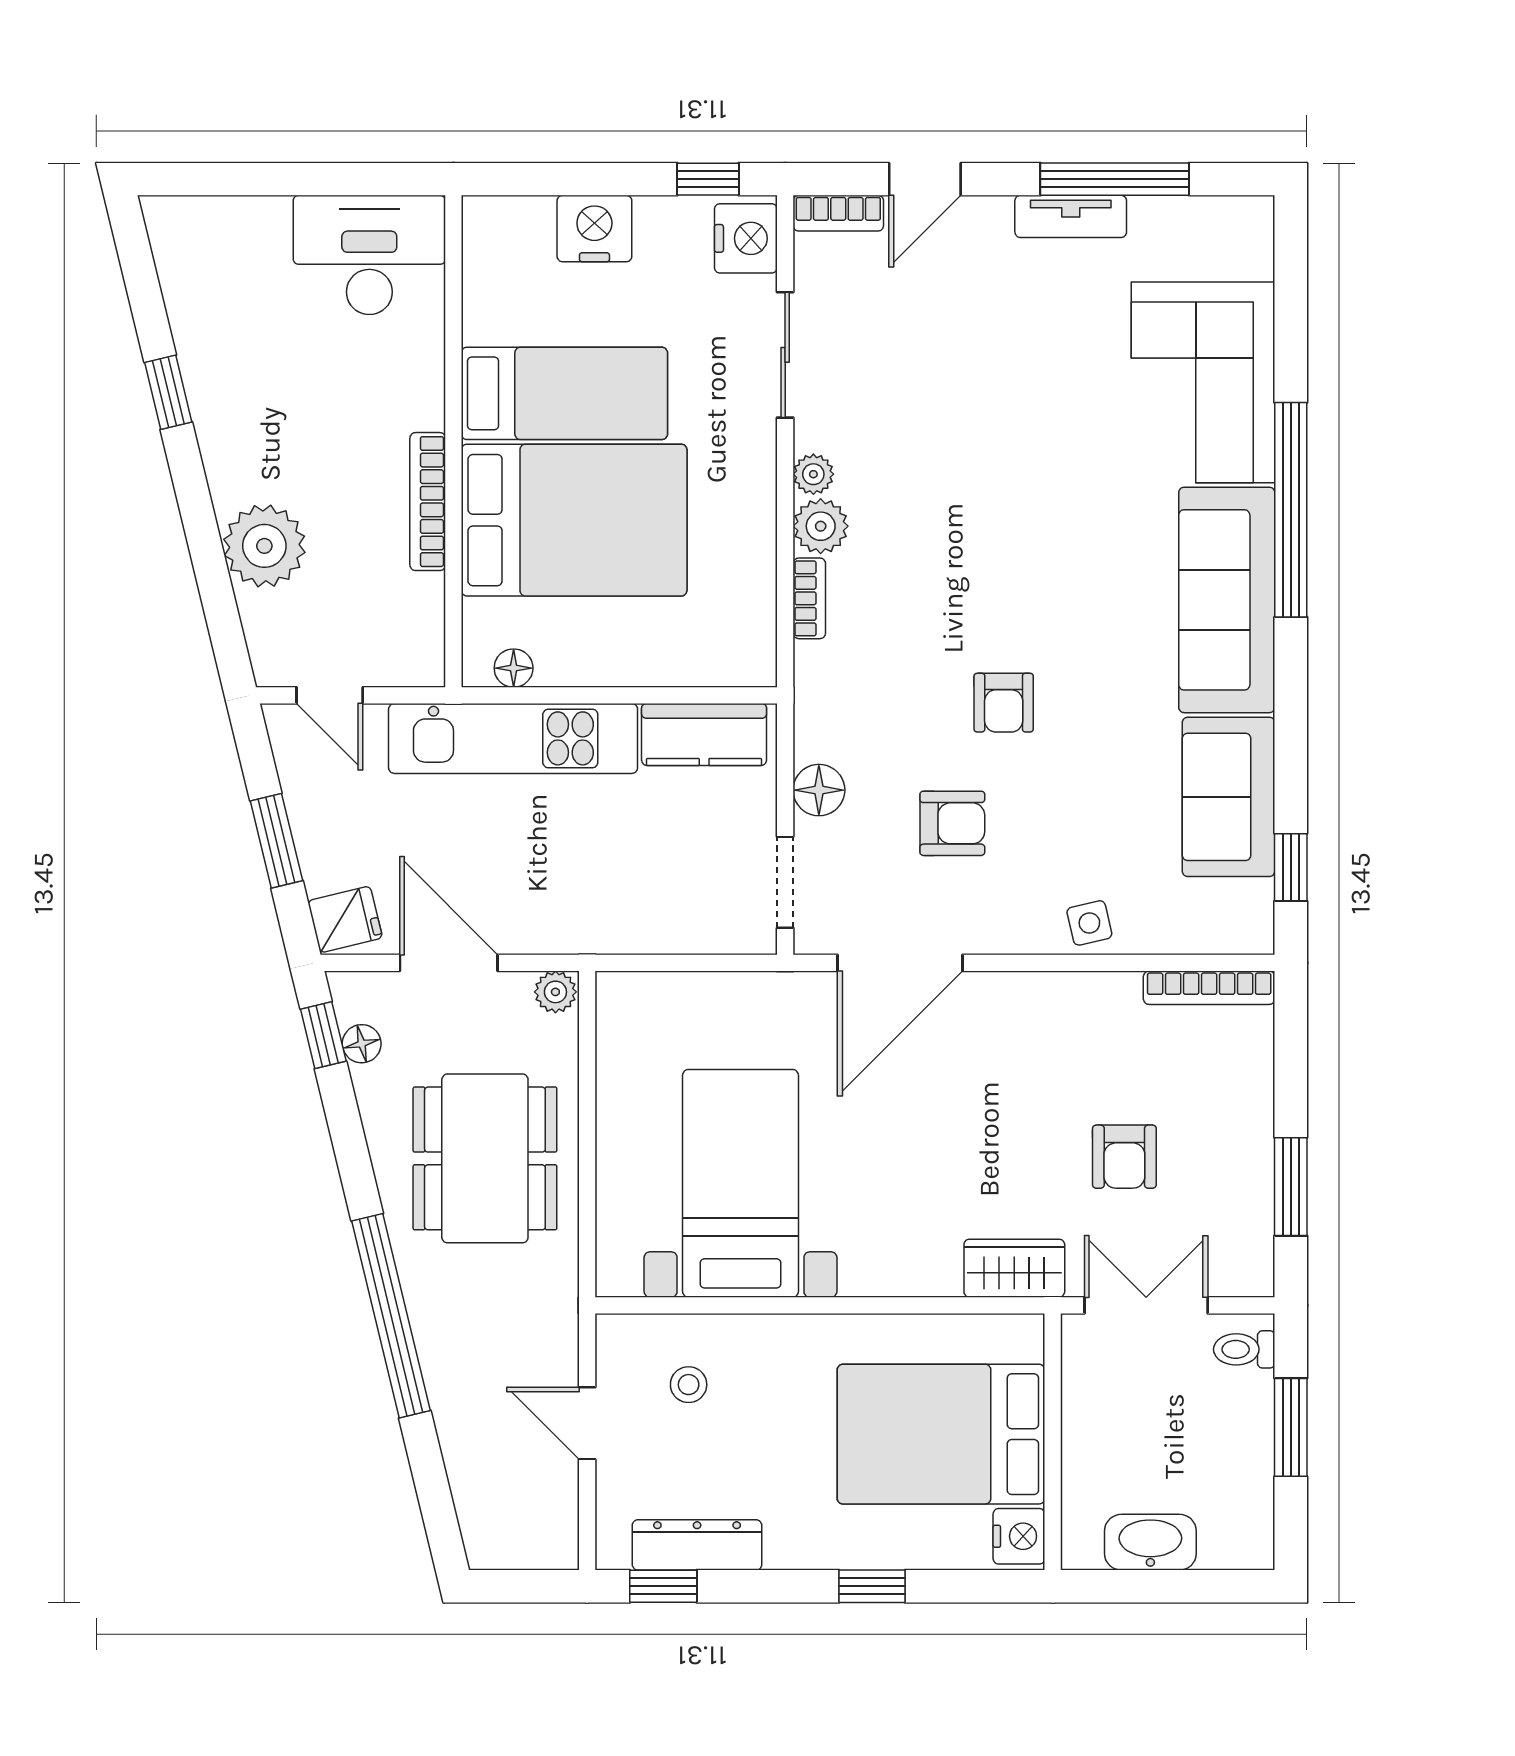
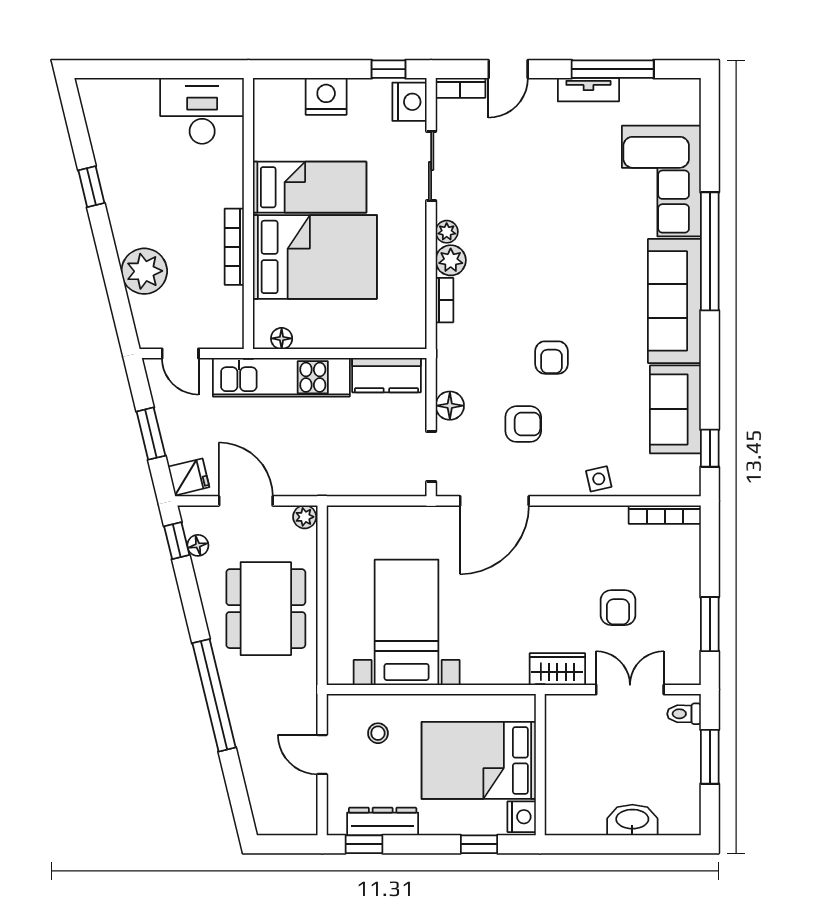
bed: (941, 1434) -> (479, 760), moved
wall: (1053, 1442) -> (540, 765), moved
nightstand: (1019, 1536) -> (522, 817), moved

